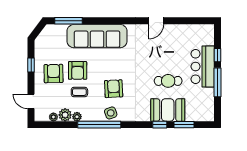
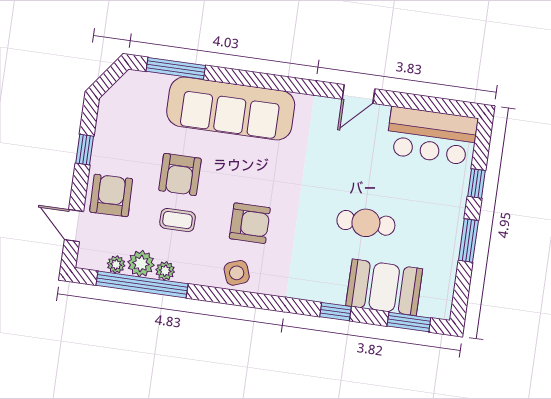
bar counter: (203, 67) -> (432, 136), moved, turned -90
armchair: (53, 74) -> (111, 195), moved
window: (218, 82) -> (468, 241), width x0.69
armchair: (114, 89) -> (250, 223), turned 93
booth: (168, 110) -> (384, 287), moved
window: (99, 125) -> (142, 284), moved
window: (184, 125) -> (409, 322), moved

